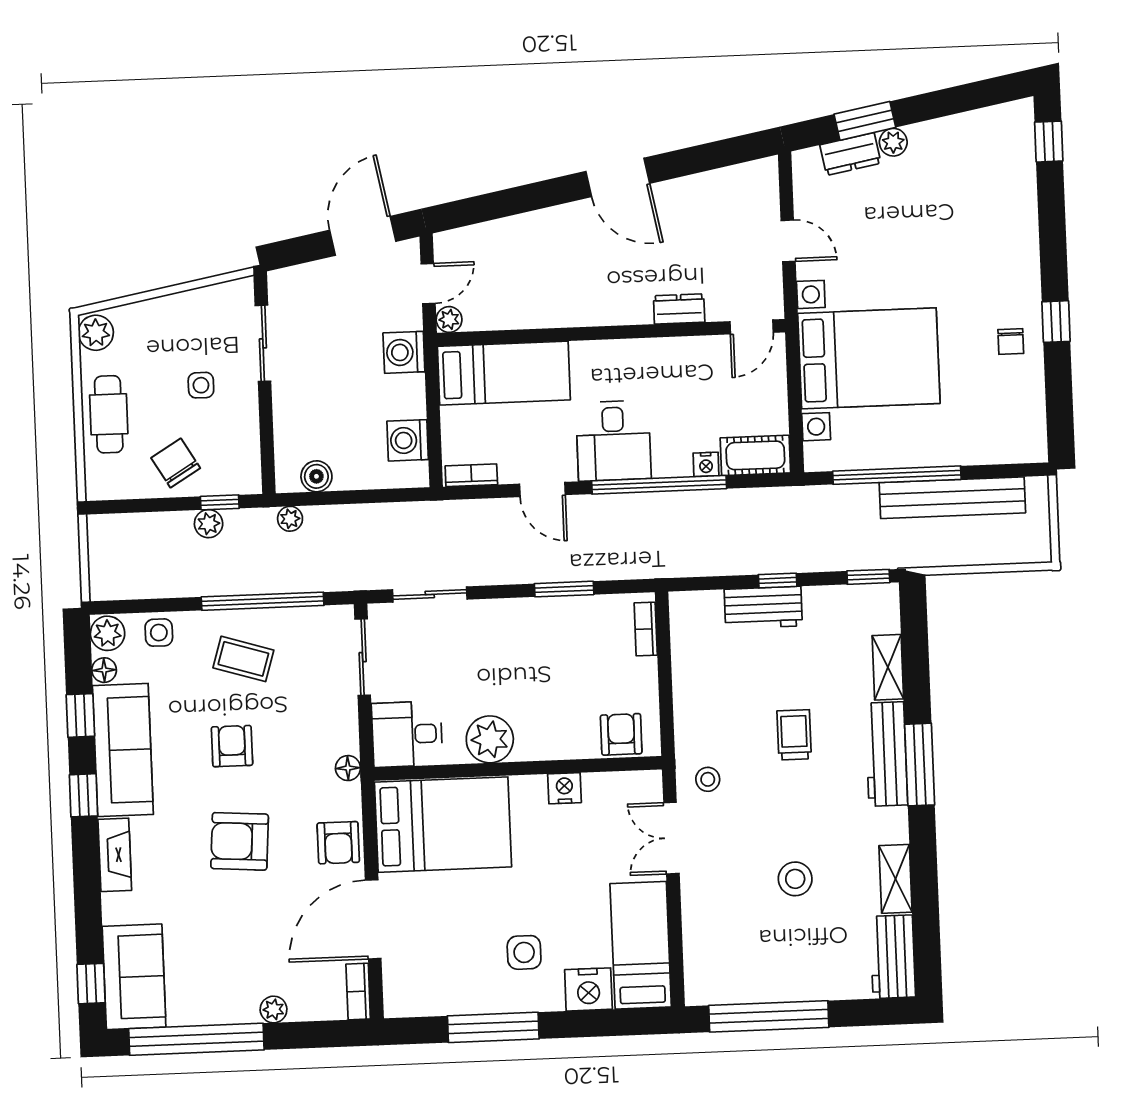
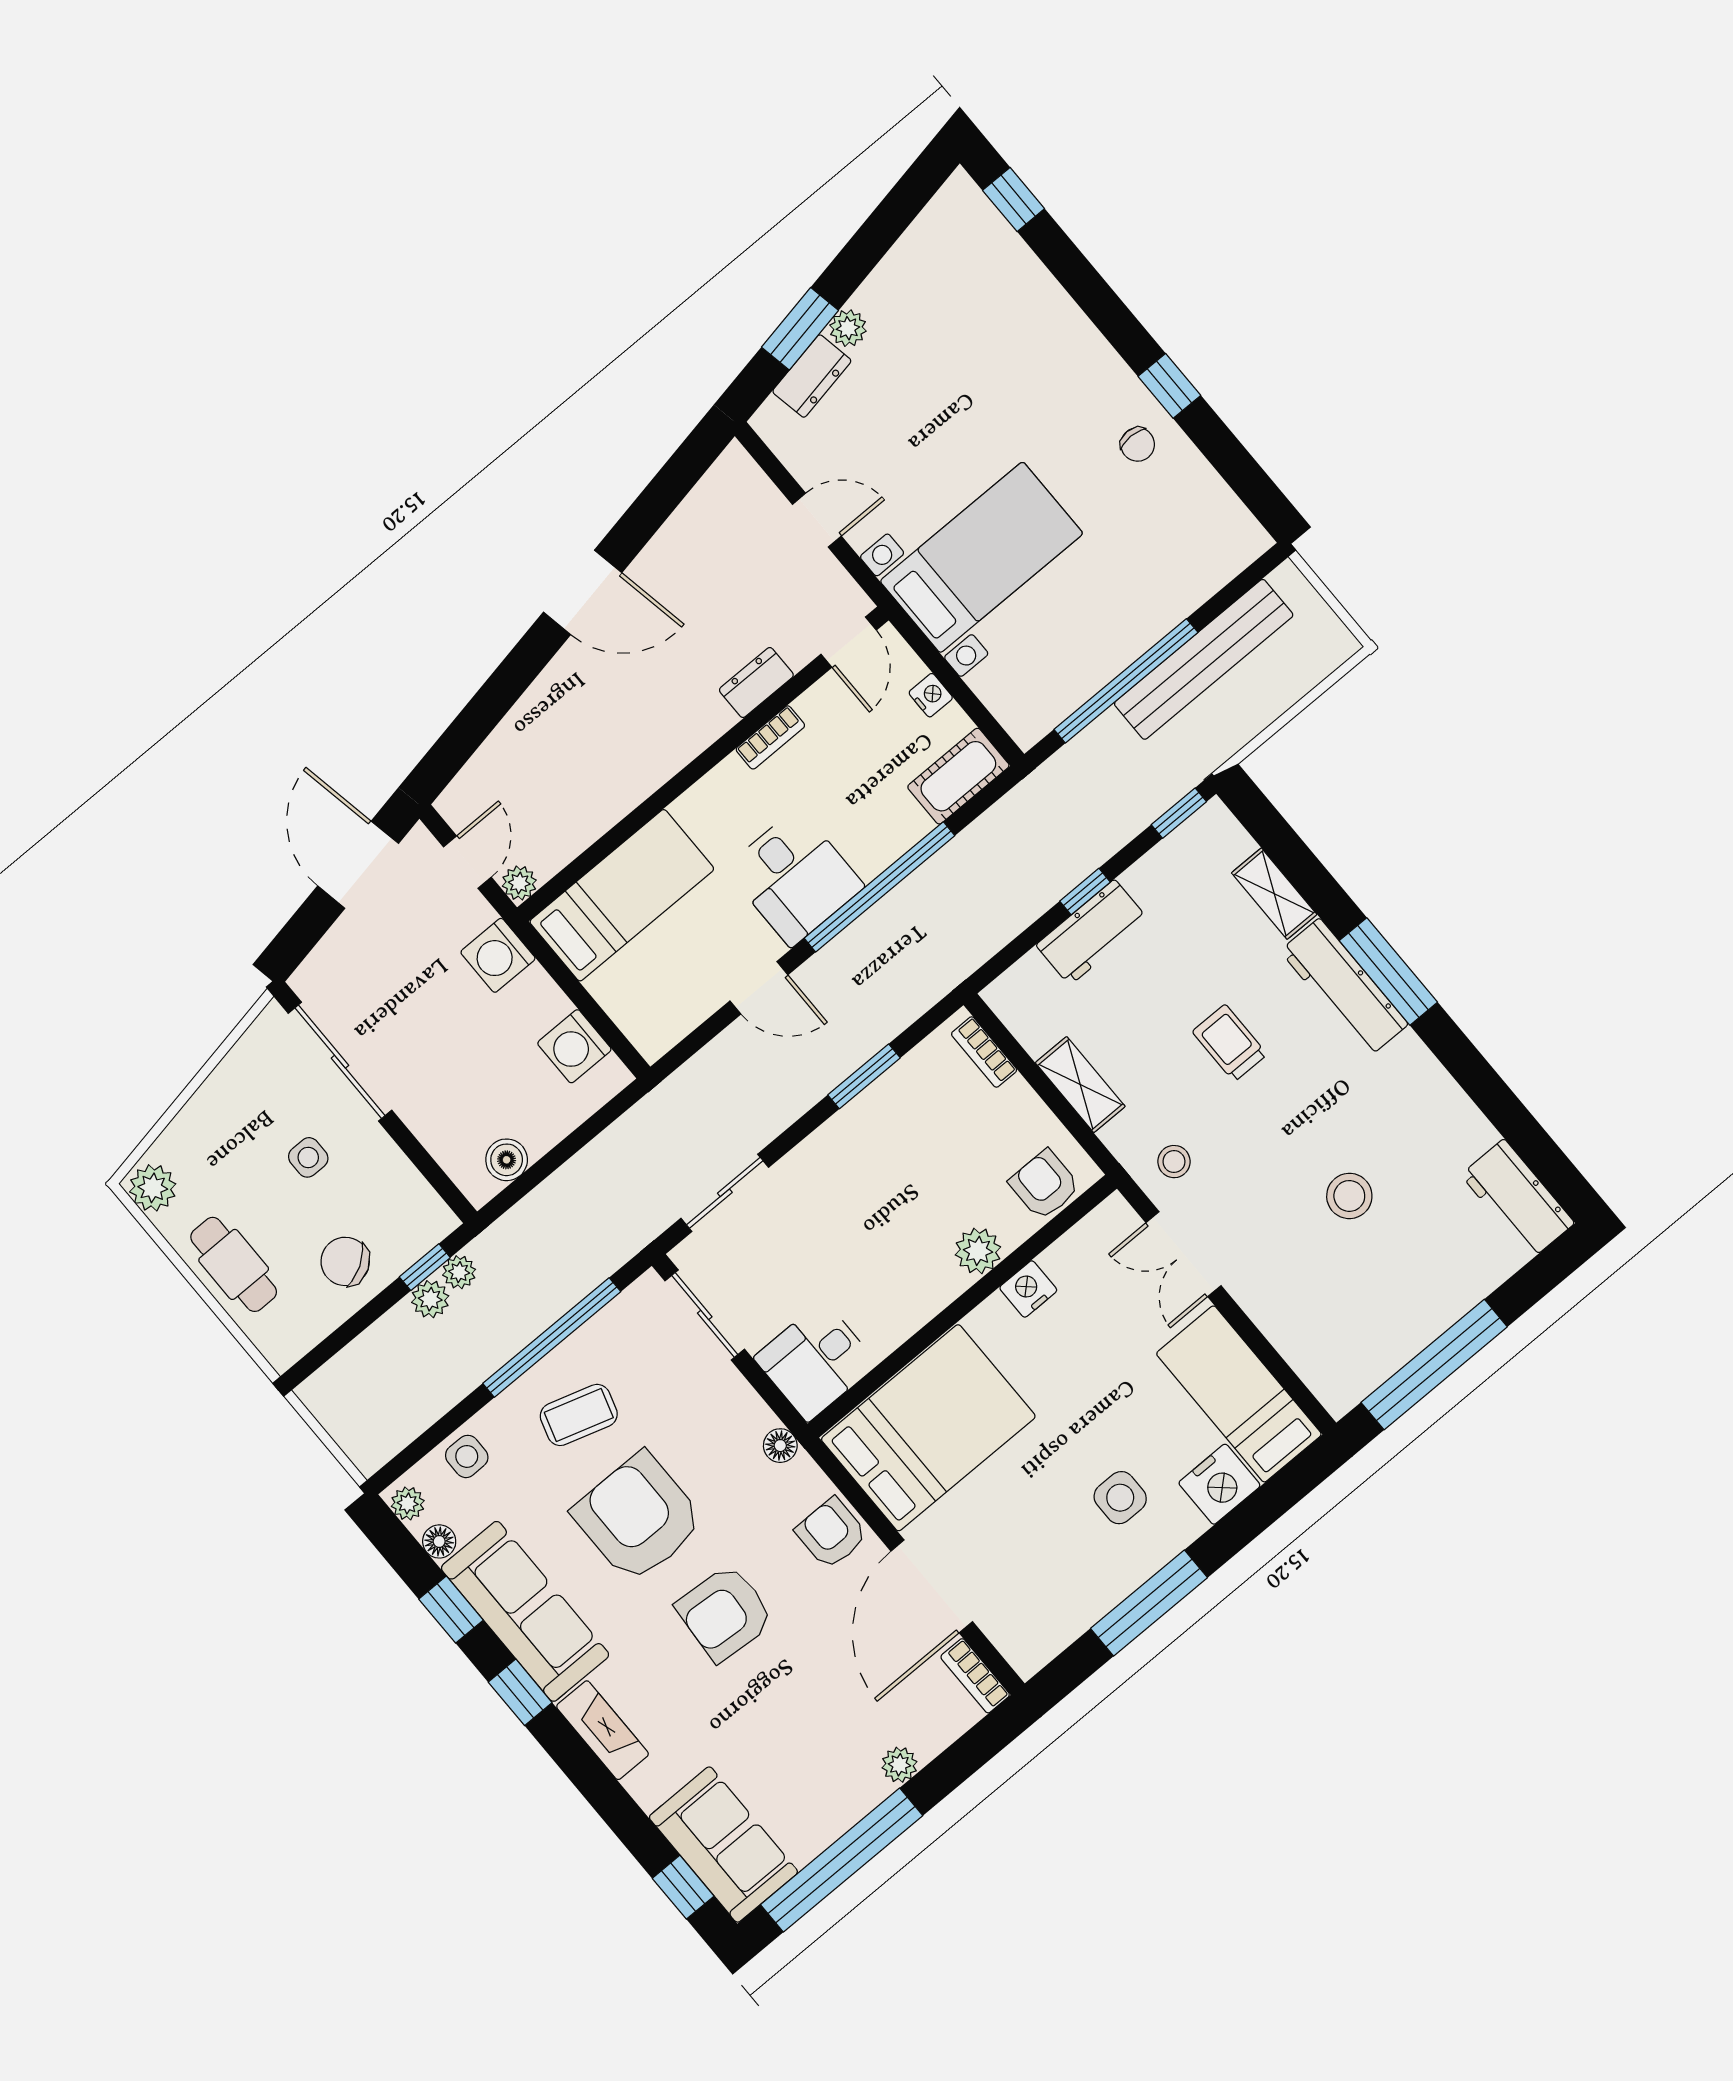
sliding door: (263, 343) -> (340, 1062), width x1.37
bed with nightstands: (869, 358) -> (981, 557), width x0.73
nightstand: (706, 464) -> (931, 695), moved, turned -90
bookcase: (471, 475) -> (770, 737), moved, turned 180
plant: (290, 519) -> (459, 1272), moved
plant: (108, 633) -> (408, 1503), width x0.73, depth x0.73
plant: (490, 739) -> (978, 1251), moved, width x0.73, depth x0.73
armchair: (232, 746) -> (638, 1517), width x1.88, depth x1.88
armchair: (338, 843) -> (831, 1533), turned 180
shelving: (896, 879) -> (1080, 1085), moved

